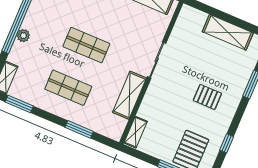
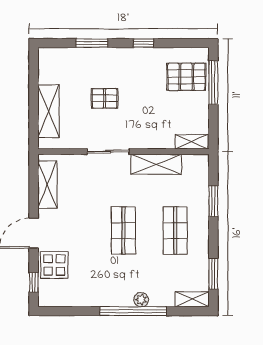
shelving: (228, 32) -> (48, 111), moved
pallet: (207, 97) -> (105, 98), moved, turned 90
window: (227, 143) -> (143, 43), moved

